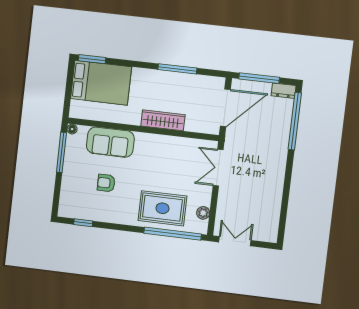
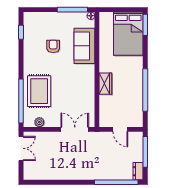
window: (177, 69) -> (145, 90), width x1.46
door: (225, 108) -> (120, 129), width x0.53
wardrobe: (163, 120) -> (105, 84), width x0.67

